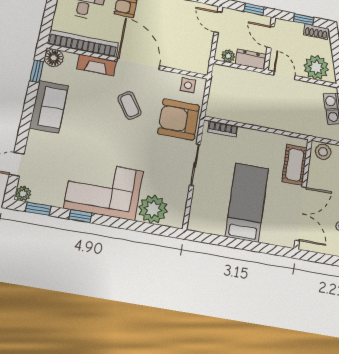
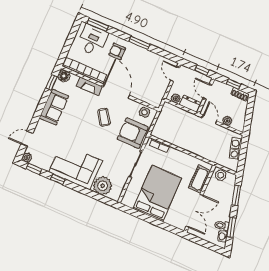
plant: (316, 67) -> (227, 121), width x0.53, depth x0.53
bed: (247, 202) -> (157, 193), width x1.50

